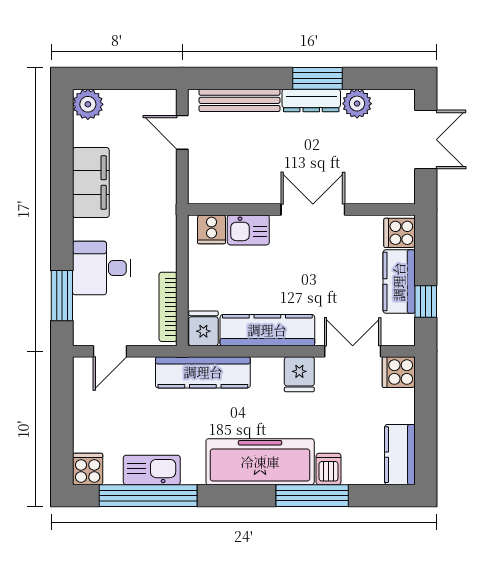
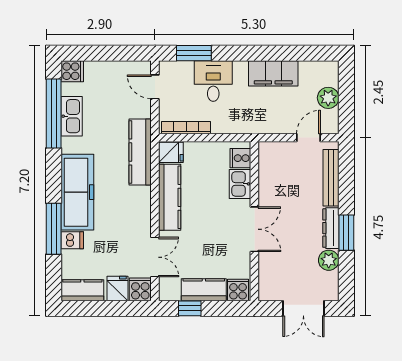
plant: (88, 104) -> (328, 98), moved
fridge: (299, 374) -> (118, 289), moved, turned 90

